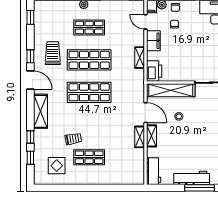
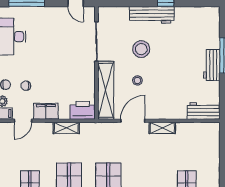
stool: (205, 120) -> (141, 49), added
shelving: (152, 136) -> (161, 113), removed
workbench: (192, 178) -> (212, 65), width x0.73

